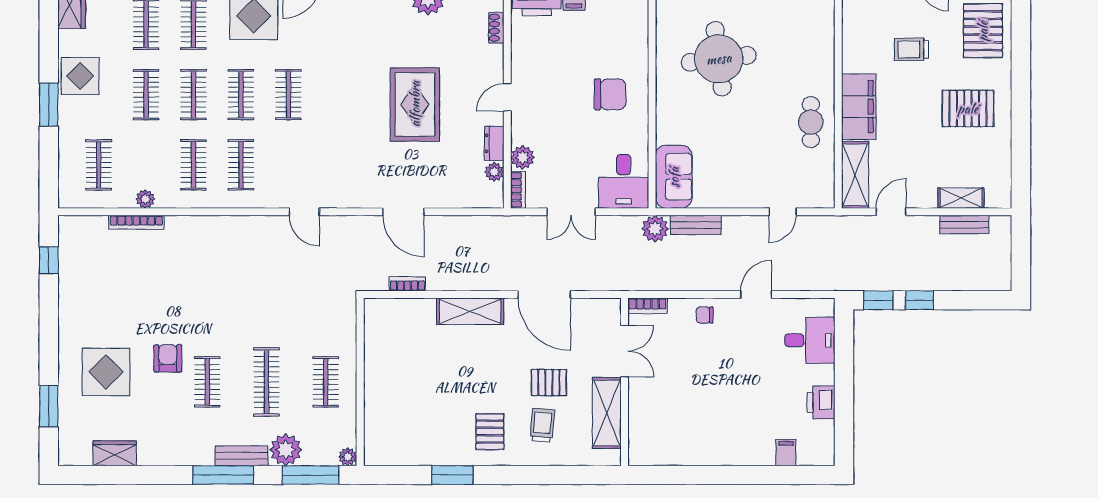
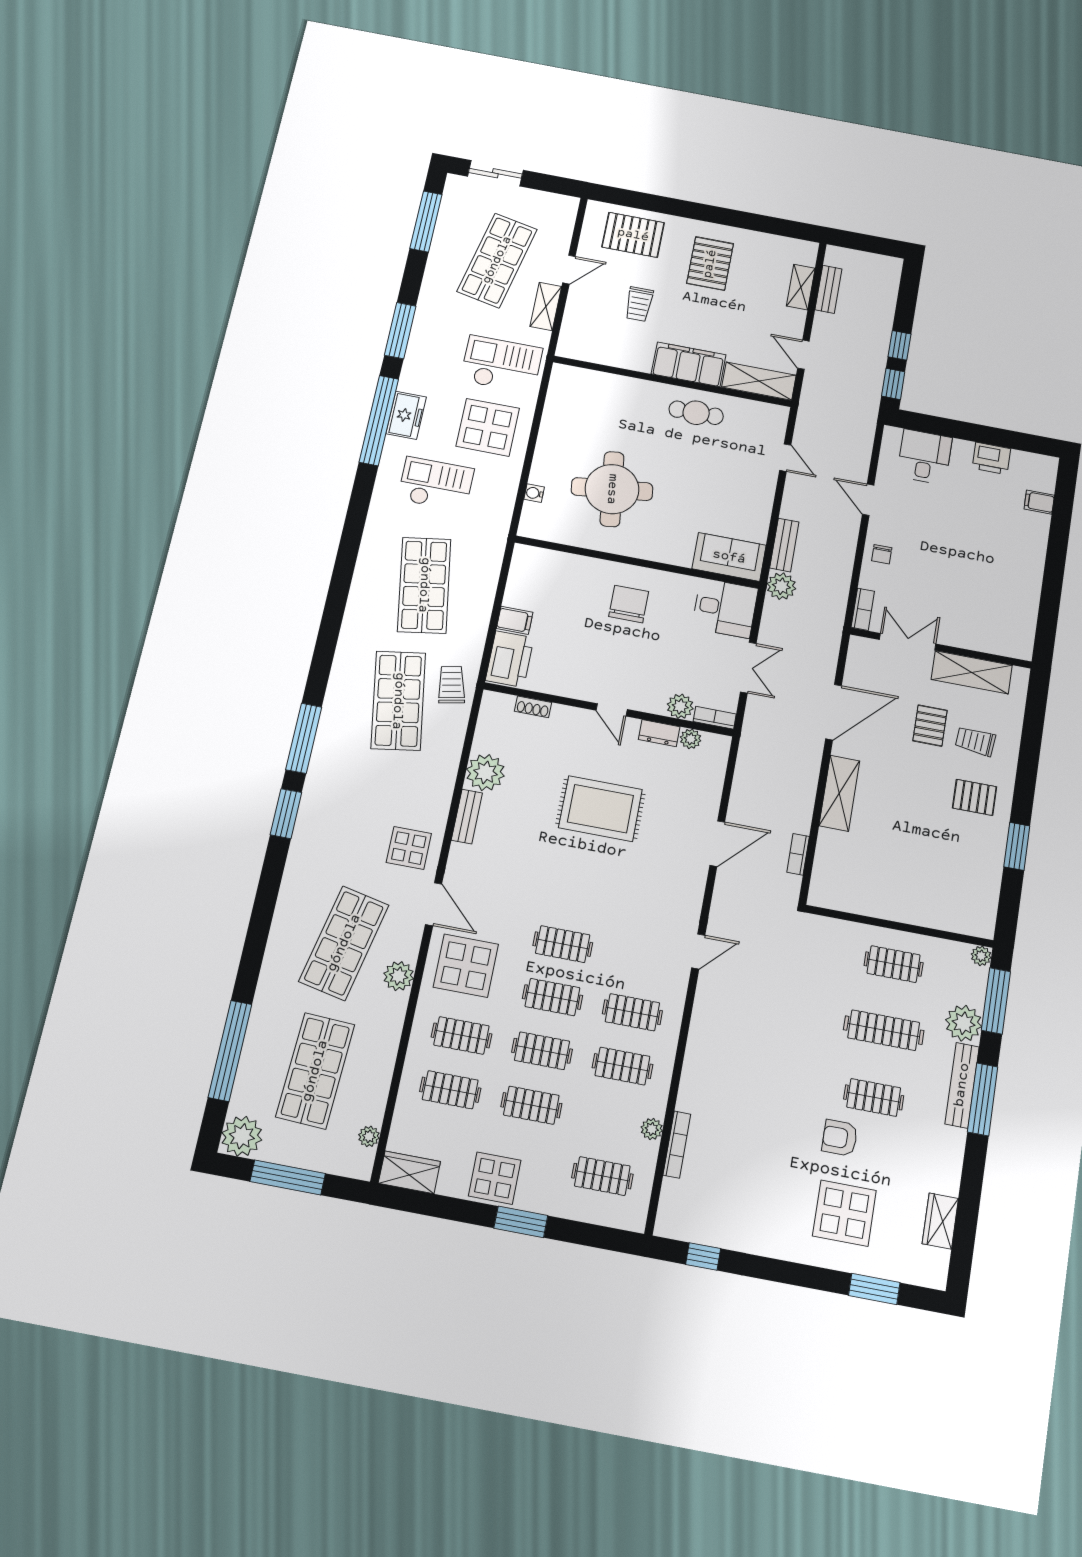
bench: (242, 456) -> (962, 1085), width x1.36

